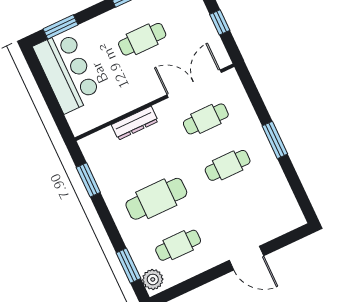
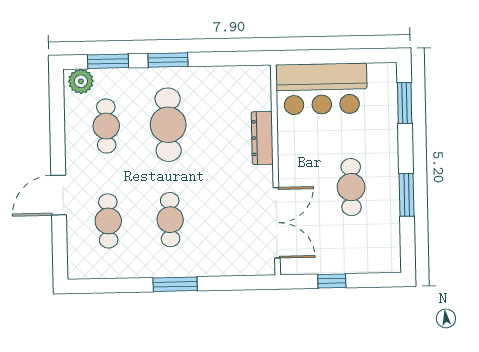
bar counter: (67, 72) -> (321, 89), moved
cafe table: (206, 119) -> (108, 221), moved
window: (88, 180) -> (168, 60), moved

